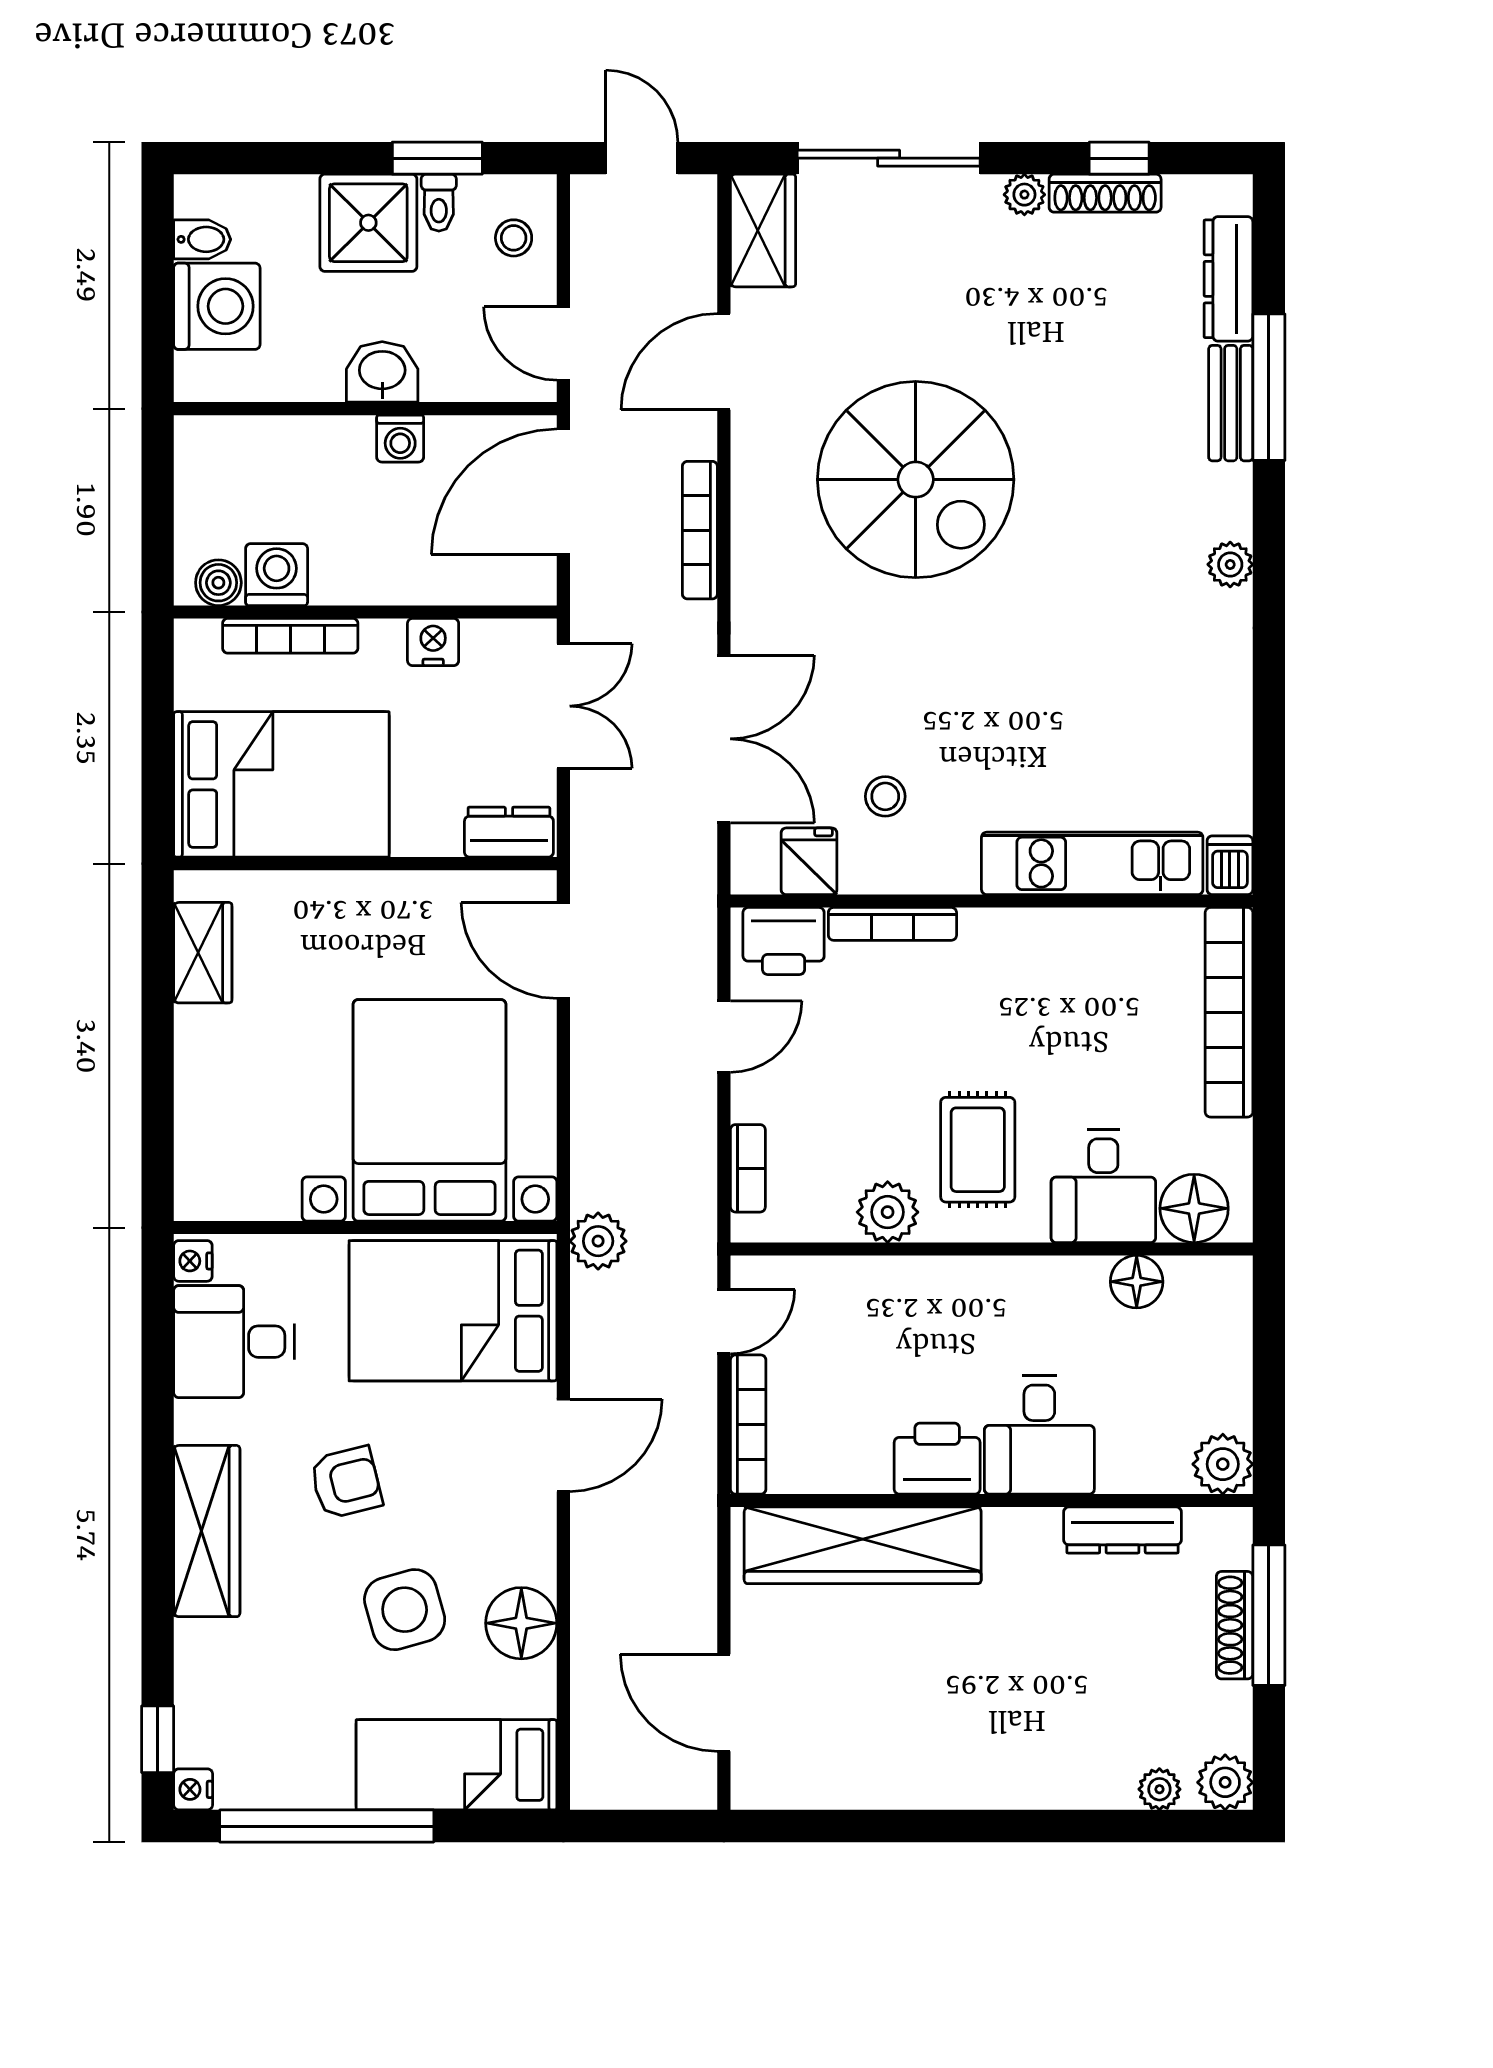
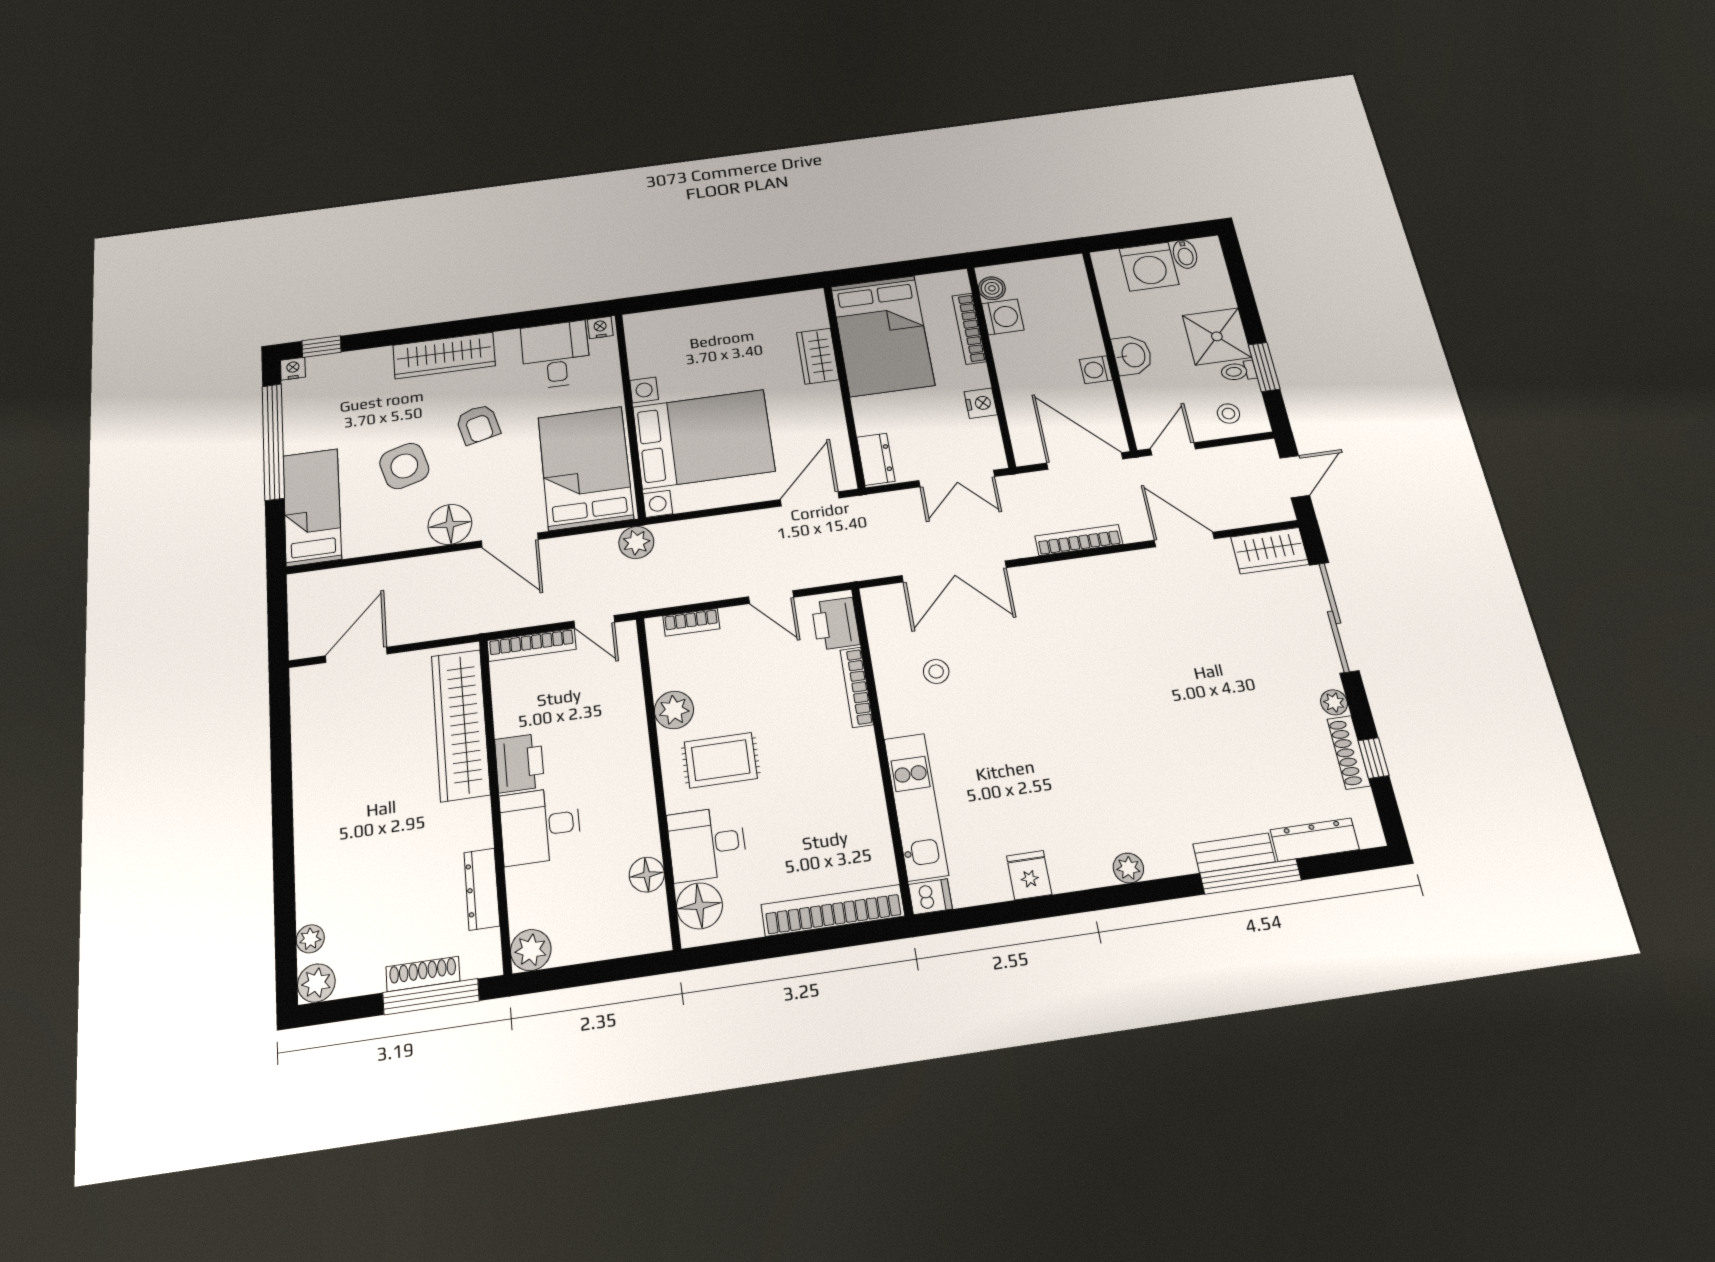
spiral stairs: (916, 480) -> (1138, 662), removed
fridge: (809, 861) -> (1029, 875), moved, turned -90
wardrobe: (203, 953) -> (818, 356), moved, turned 90
floor lamp: (521, 1623) -> (450, 524), moved

